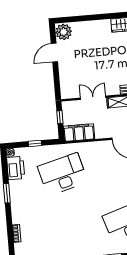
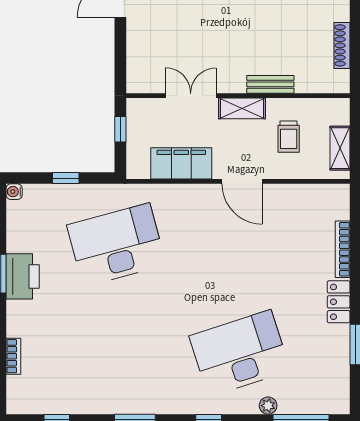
filing cabinet: (79, 133) -> (181, 163), moved
printer: (16, 168) -> (23, 276), moved

